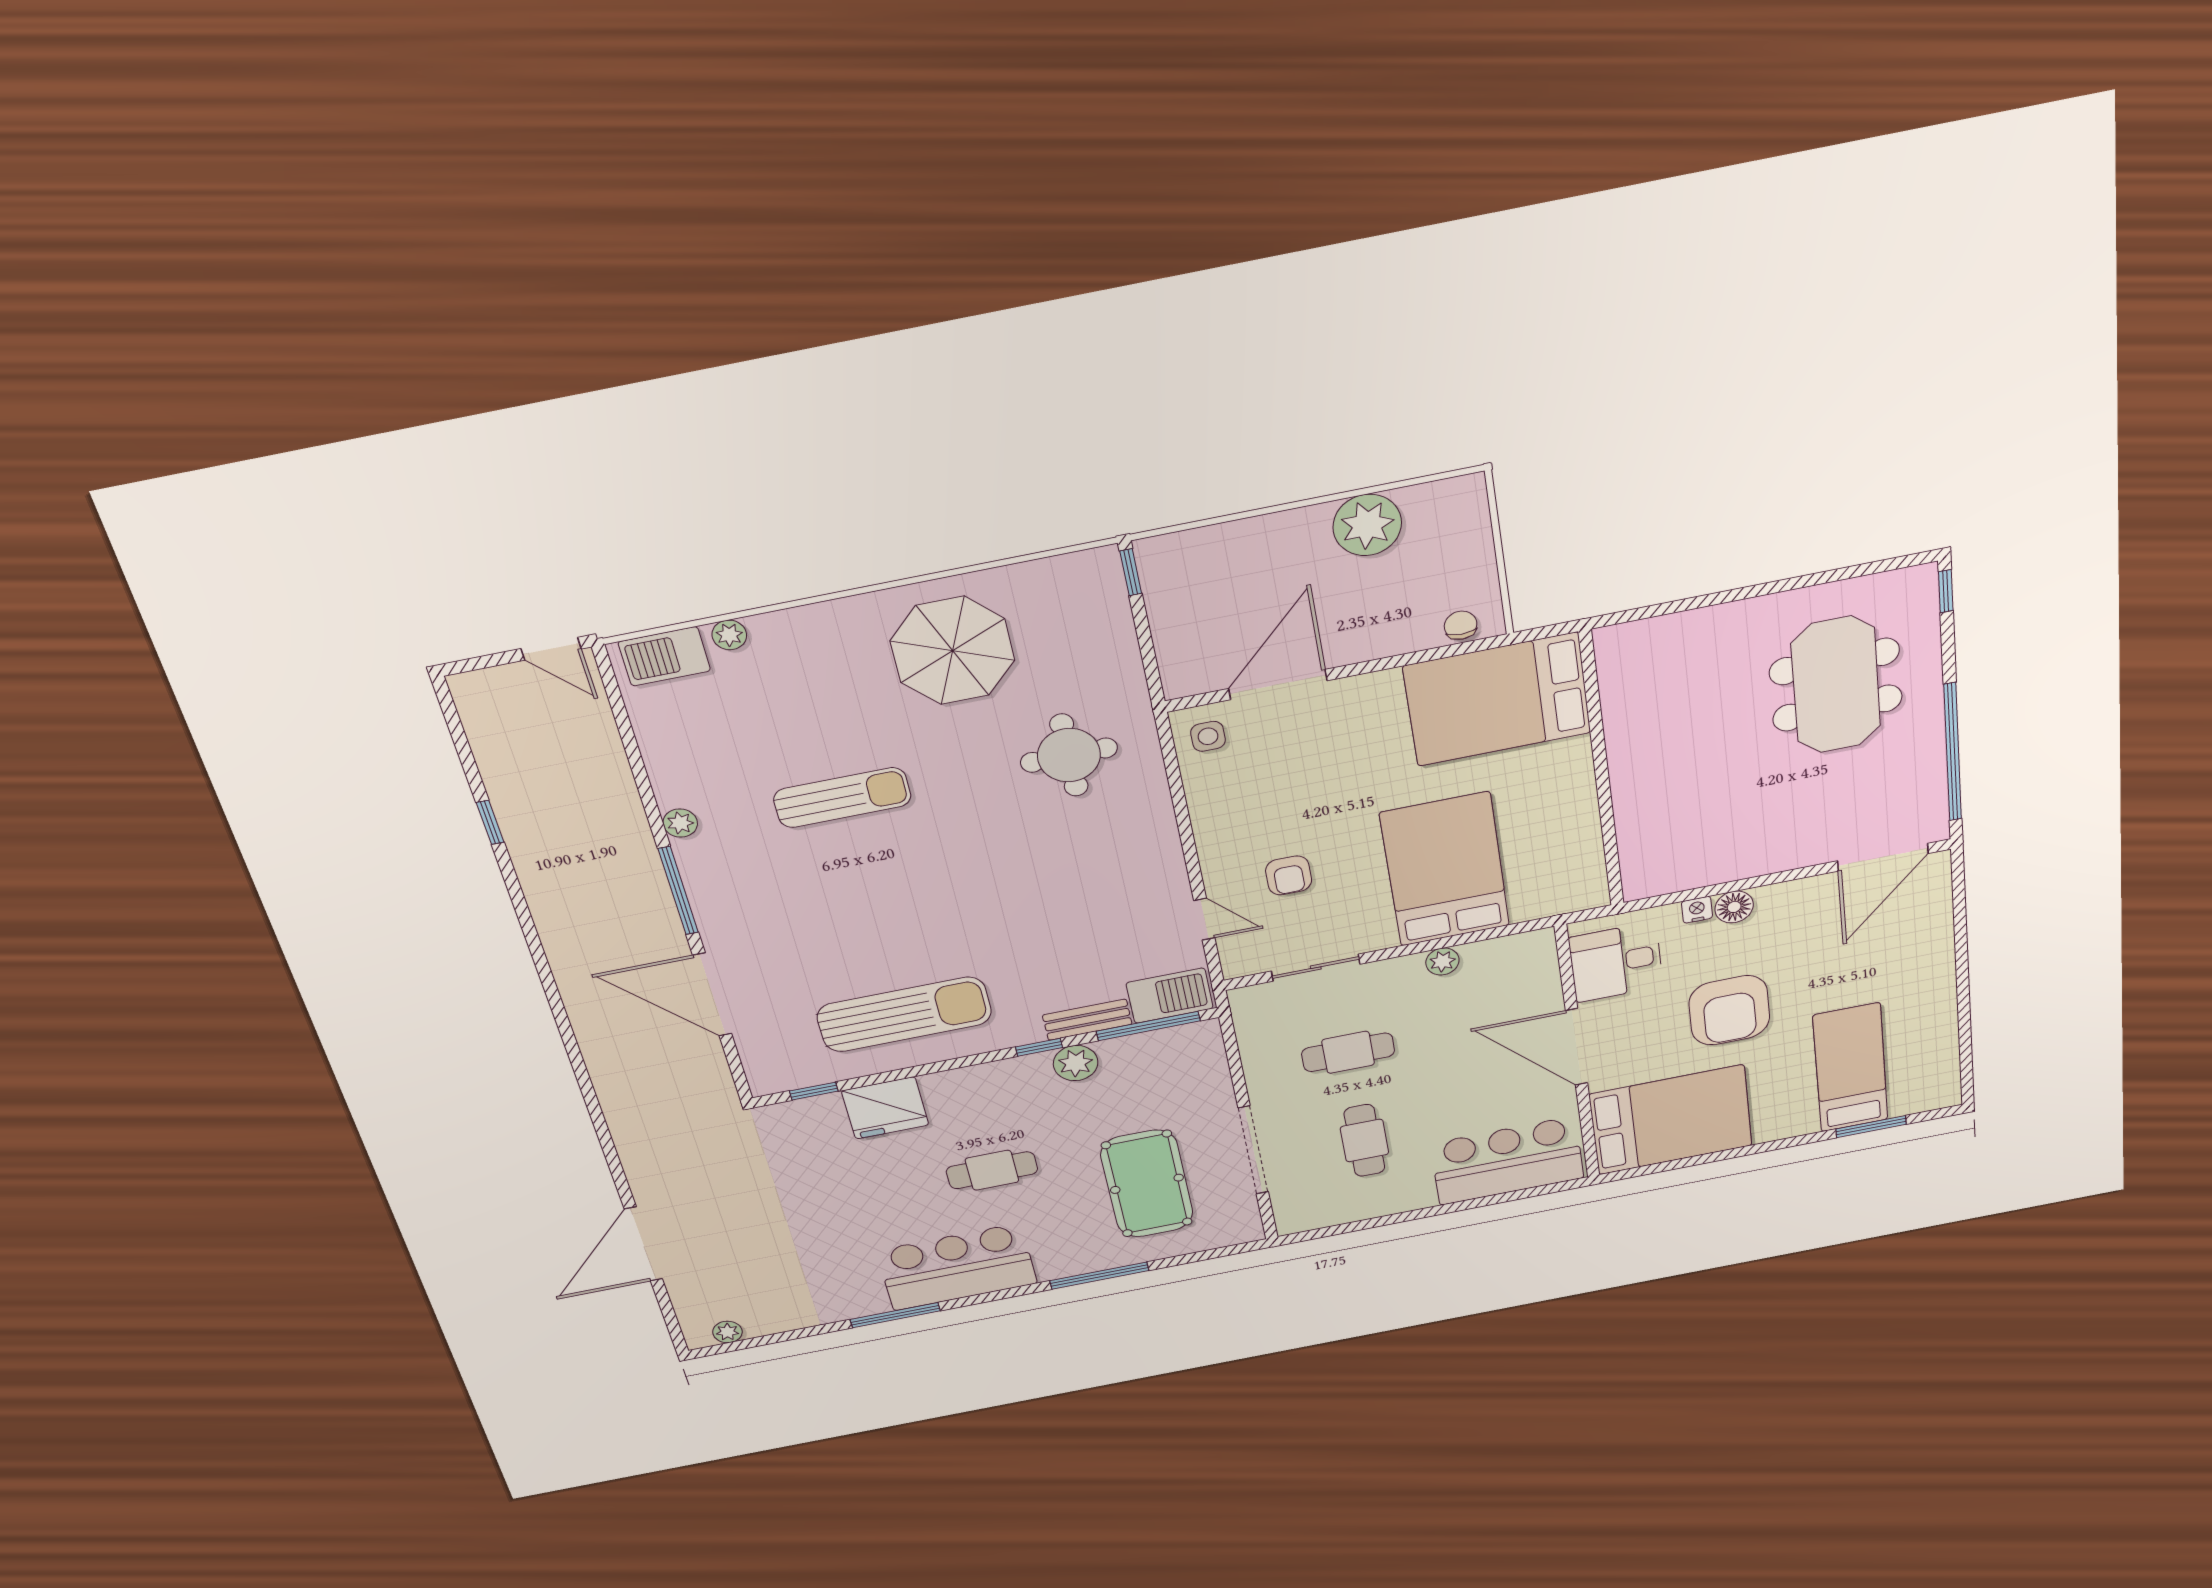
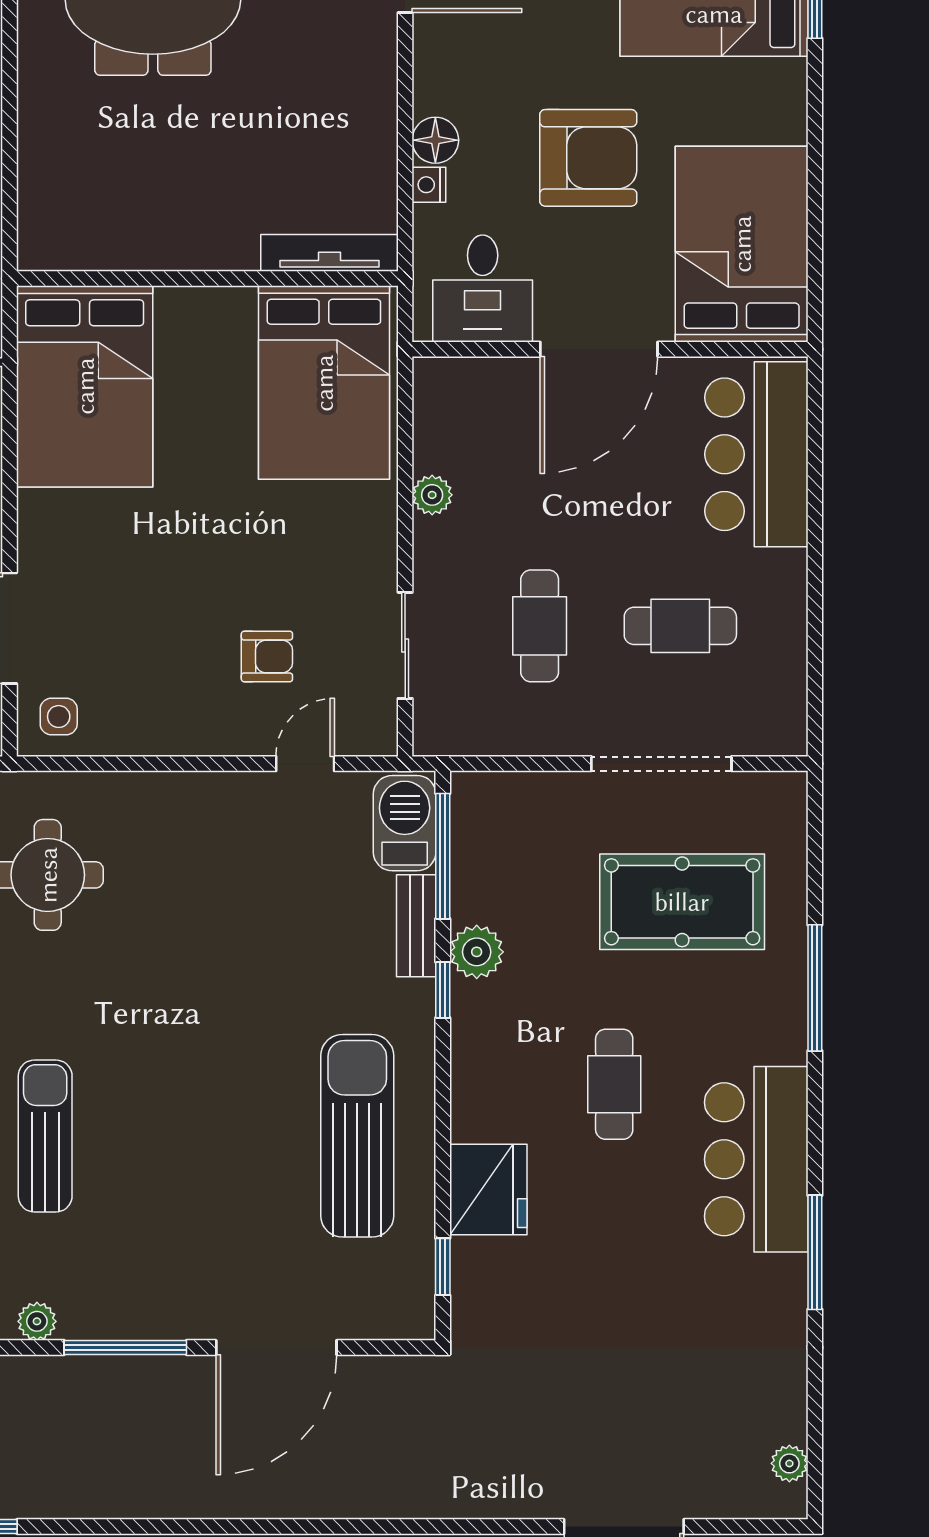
tv unit: (1633, 853) -> (329, 253), added
bed: (1445, 869) -> (324, 383), moved, turned -90

